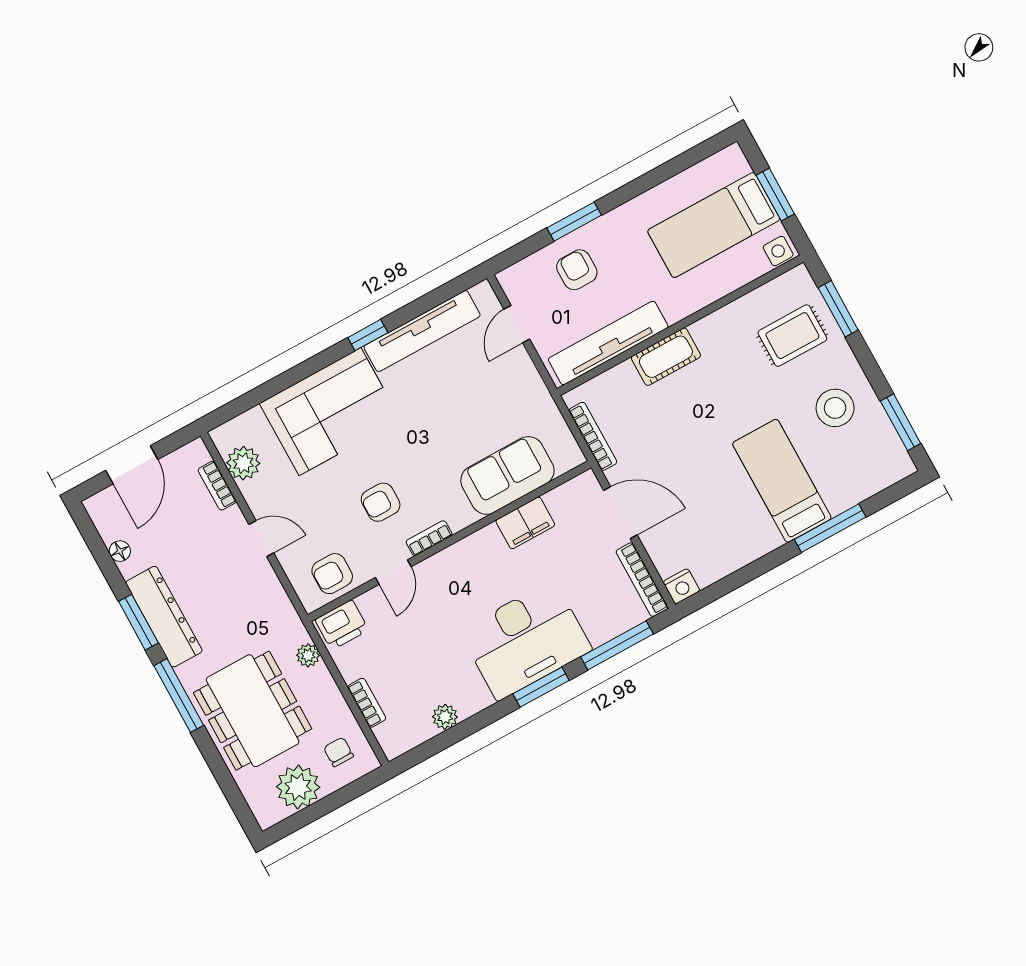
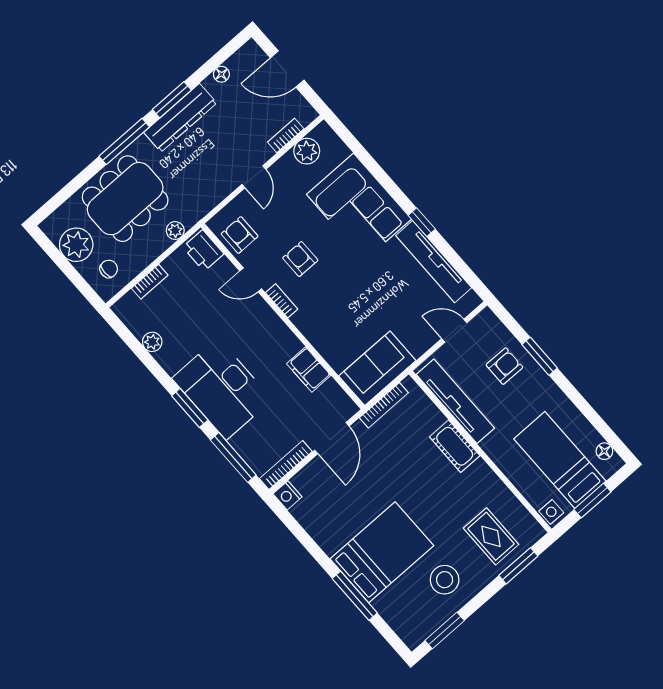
floor lamp: (715, 165) -> (604, 451), added
sofa: (507, 475) -> (377, 368), moved, turned -90
bed: (782, 481) -> (382, 552), width x1.50

